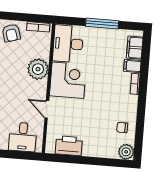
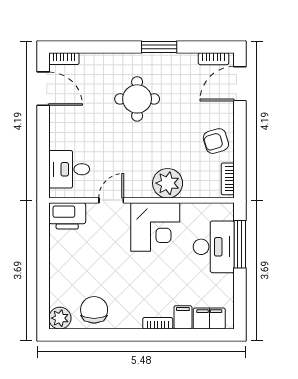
window: (102, 23) -> (240, 244), moved
desk: (68, 44) -> (214, 247), moved, turned 90
chair: (122, 127) -> (94, 310), width x1.87, depth x1.87
printer: (69, 146) -> (67, 216), moved, turned 90

